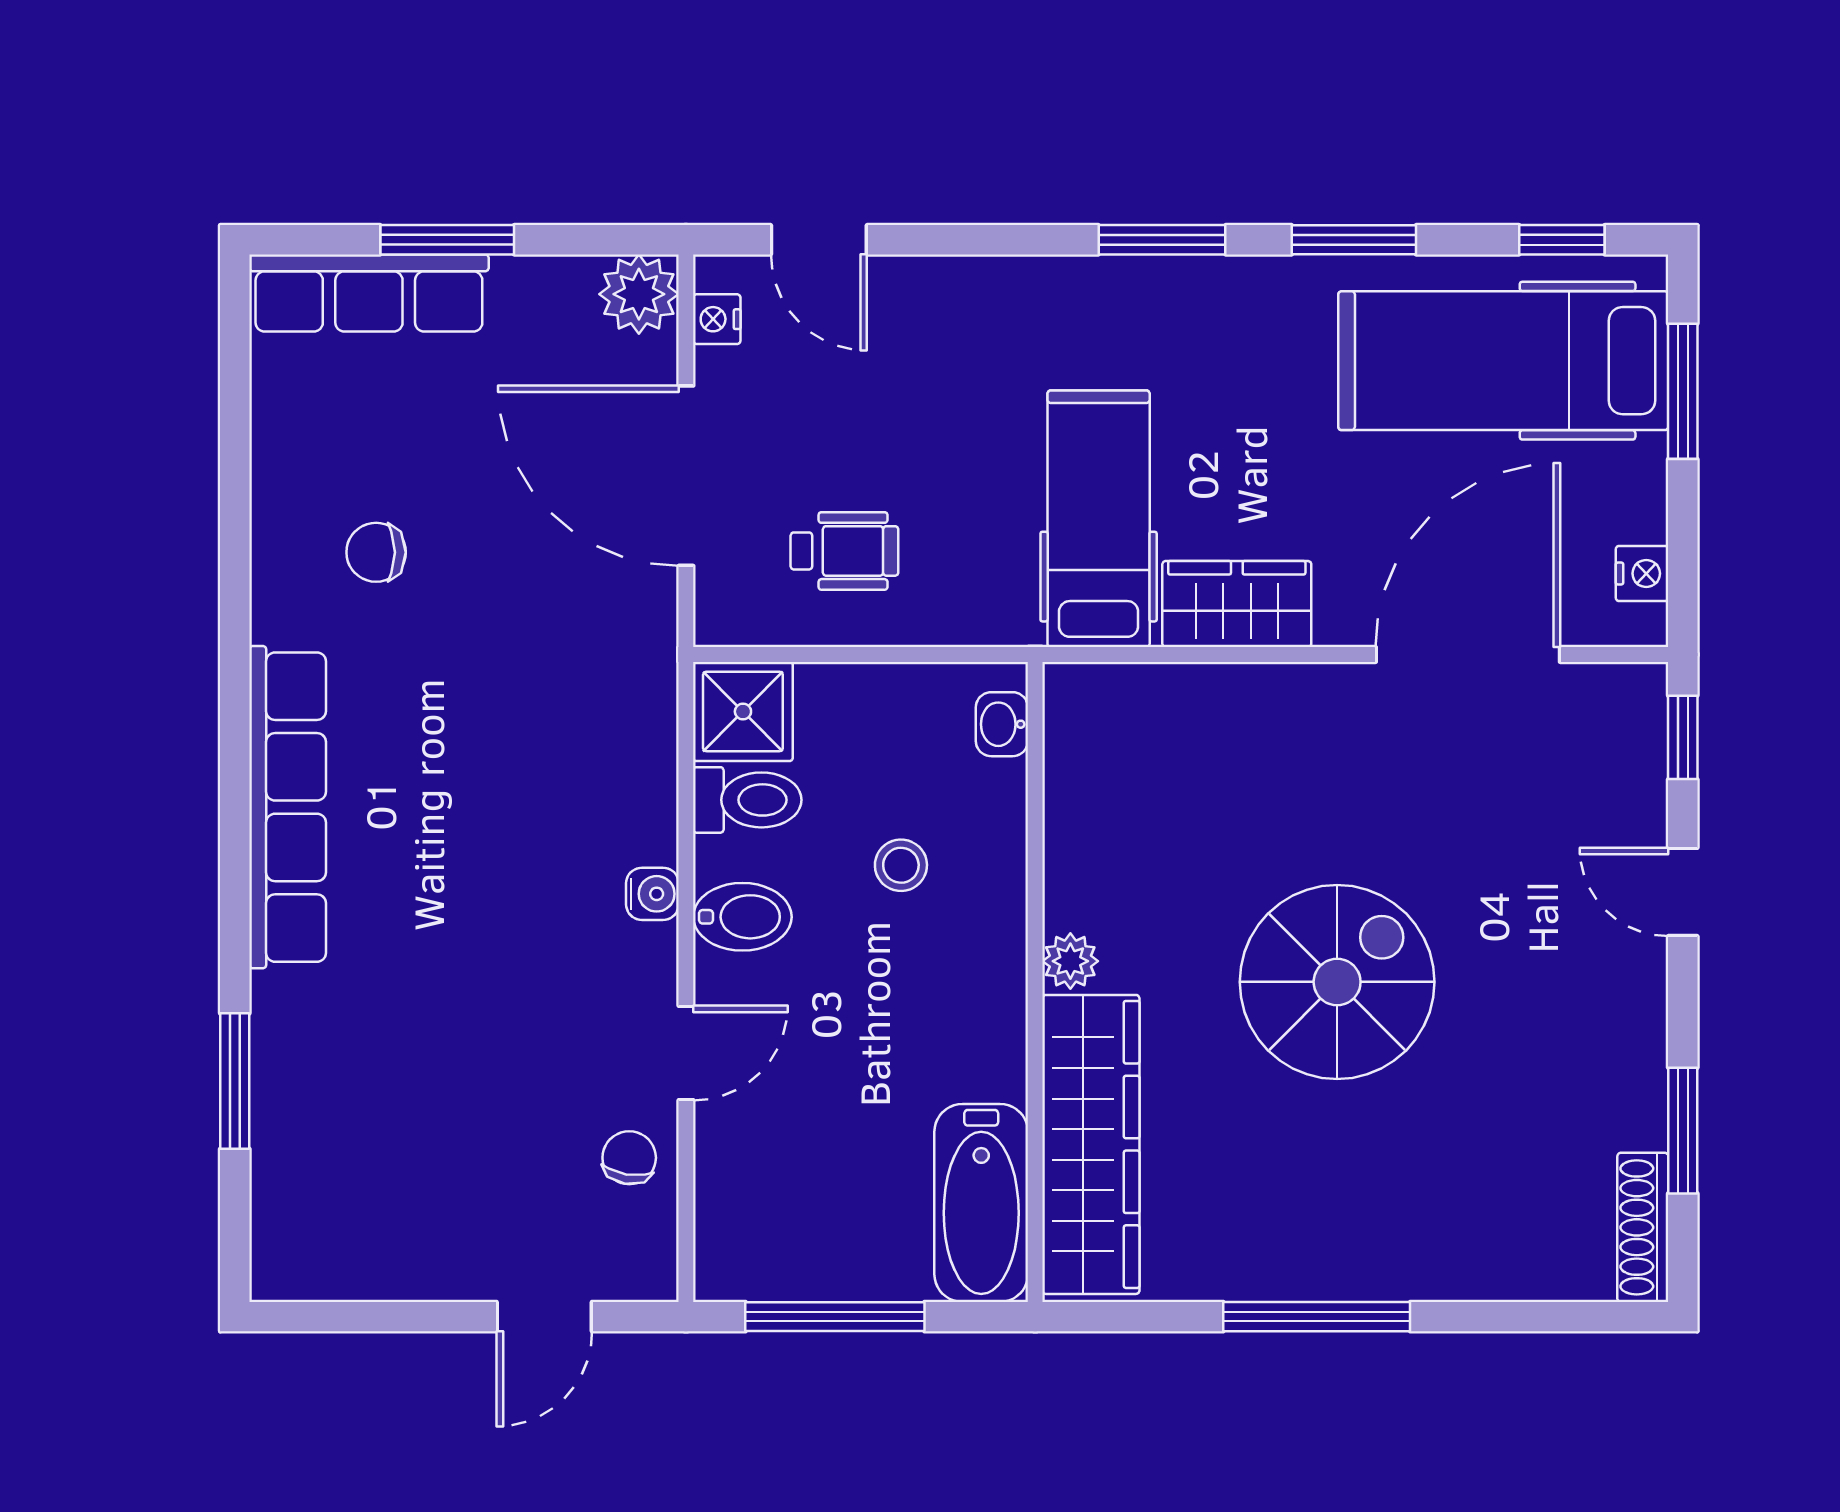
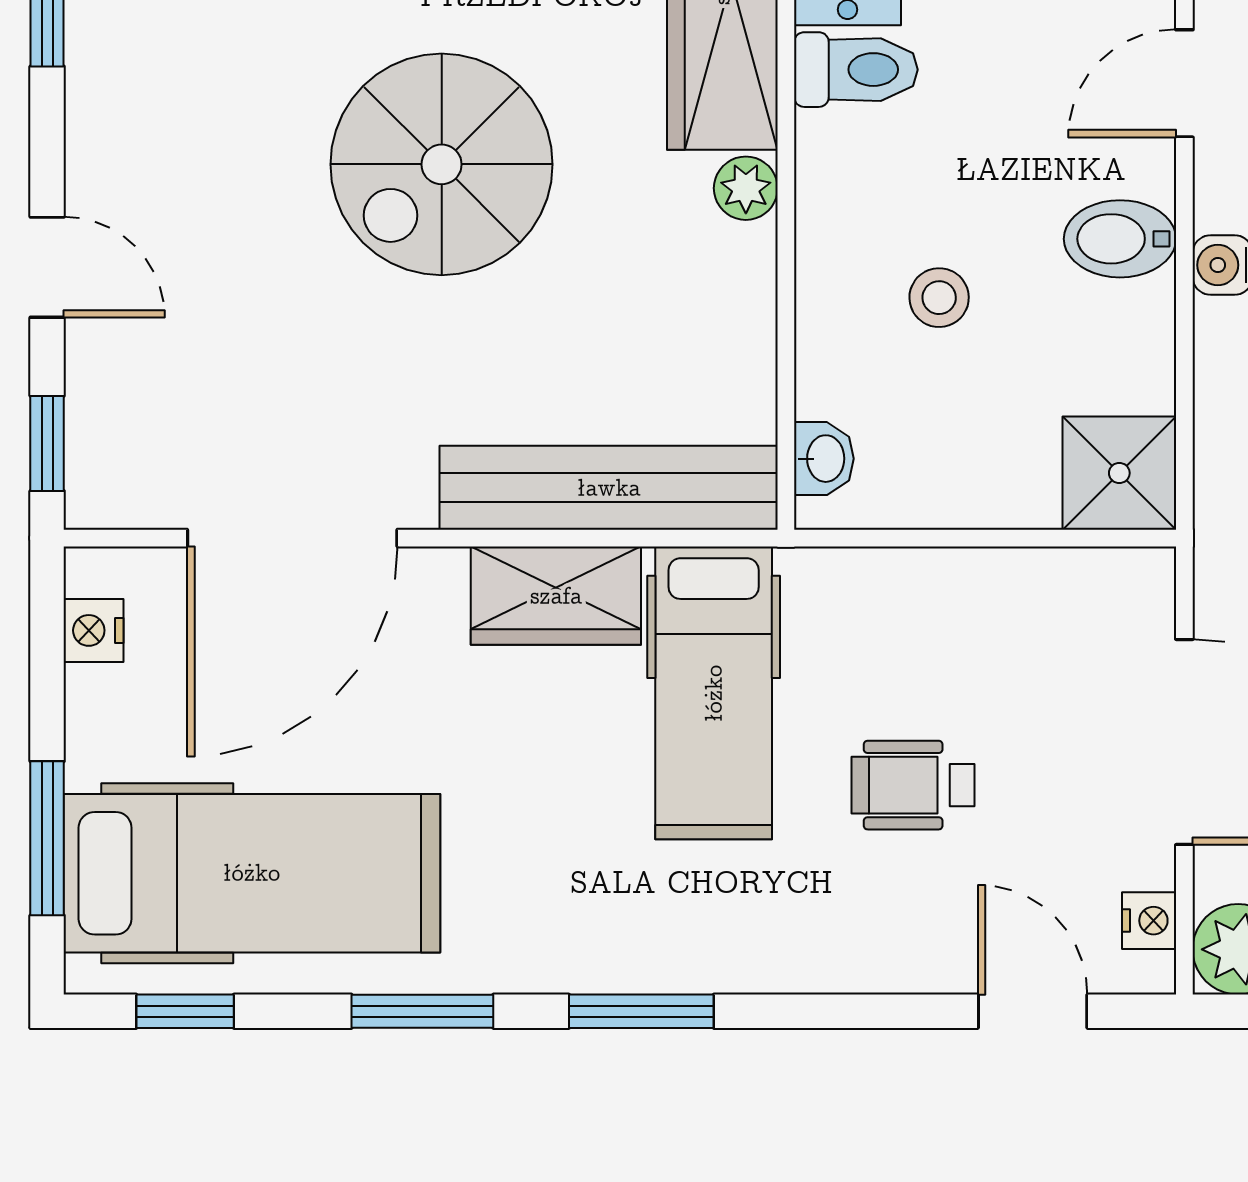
wheelchair: (844, 551) -> (913, 785), moved
bench: (1191, 699) -> (609, 488), added
toilet: (747, 800) -> (856, 70), moved, turned 180

